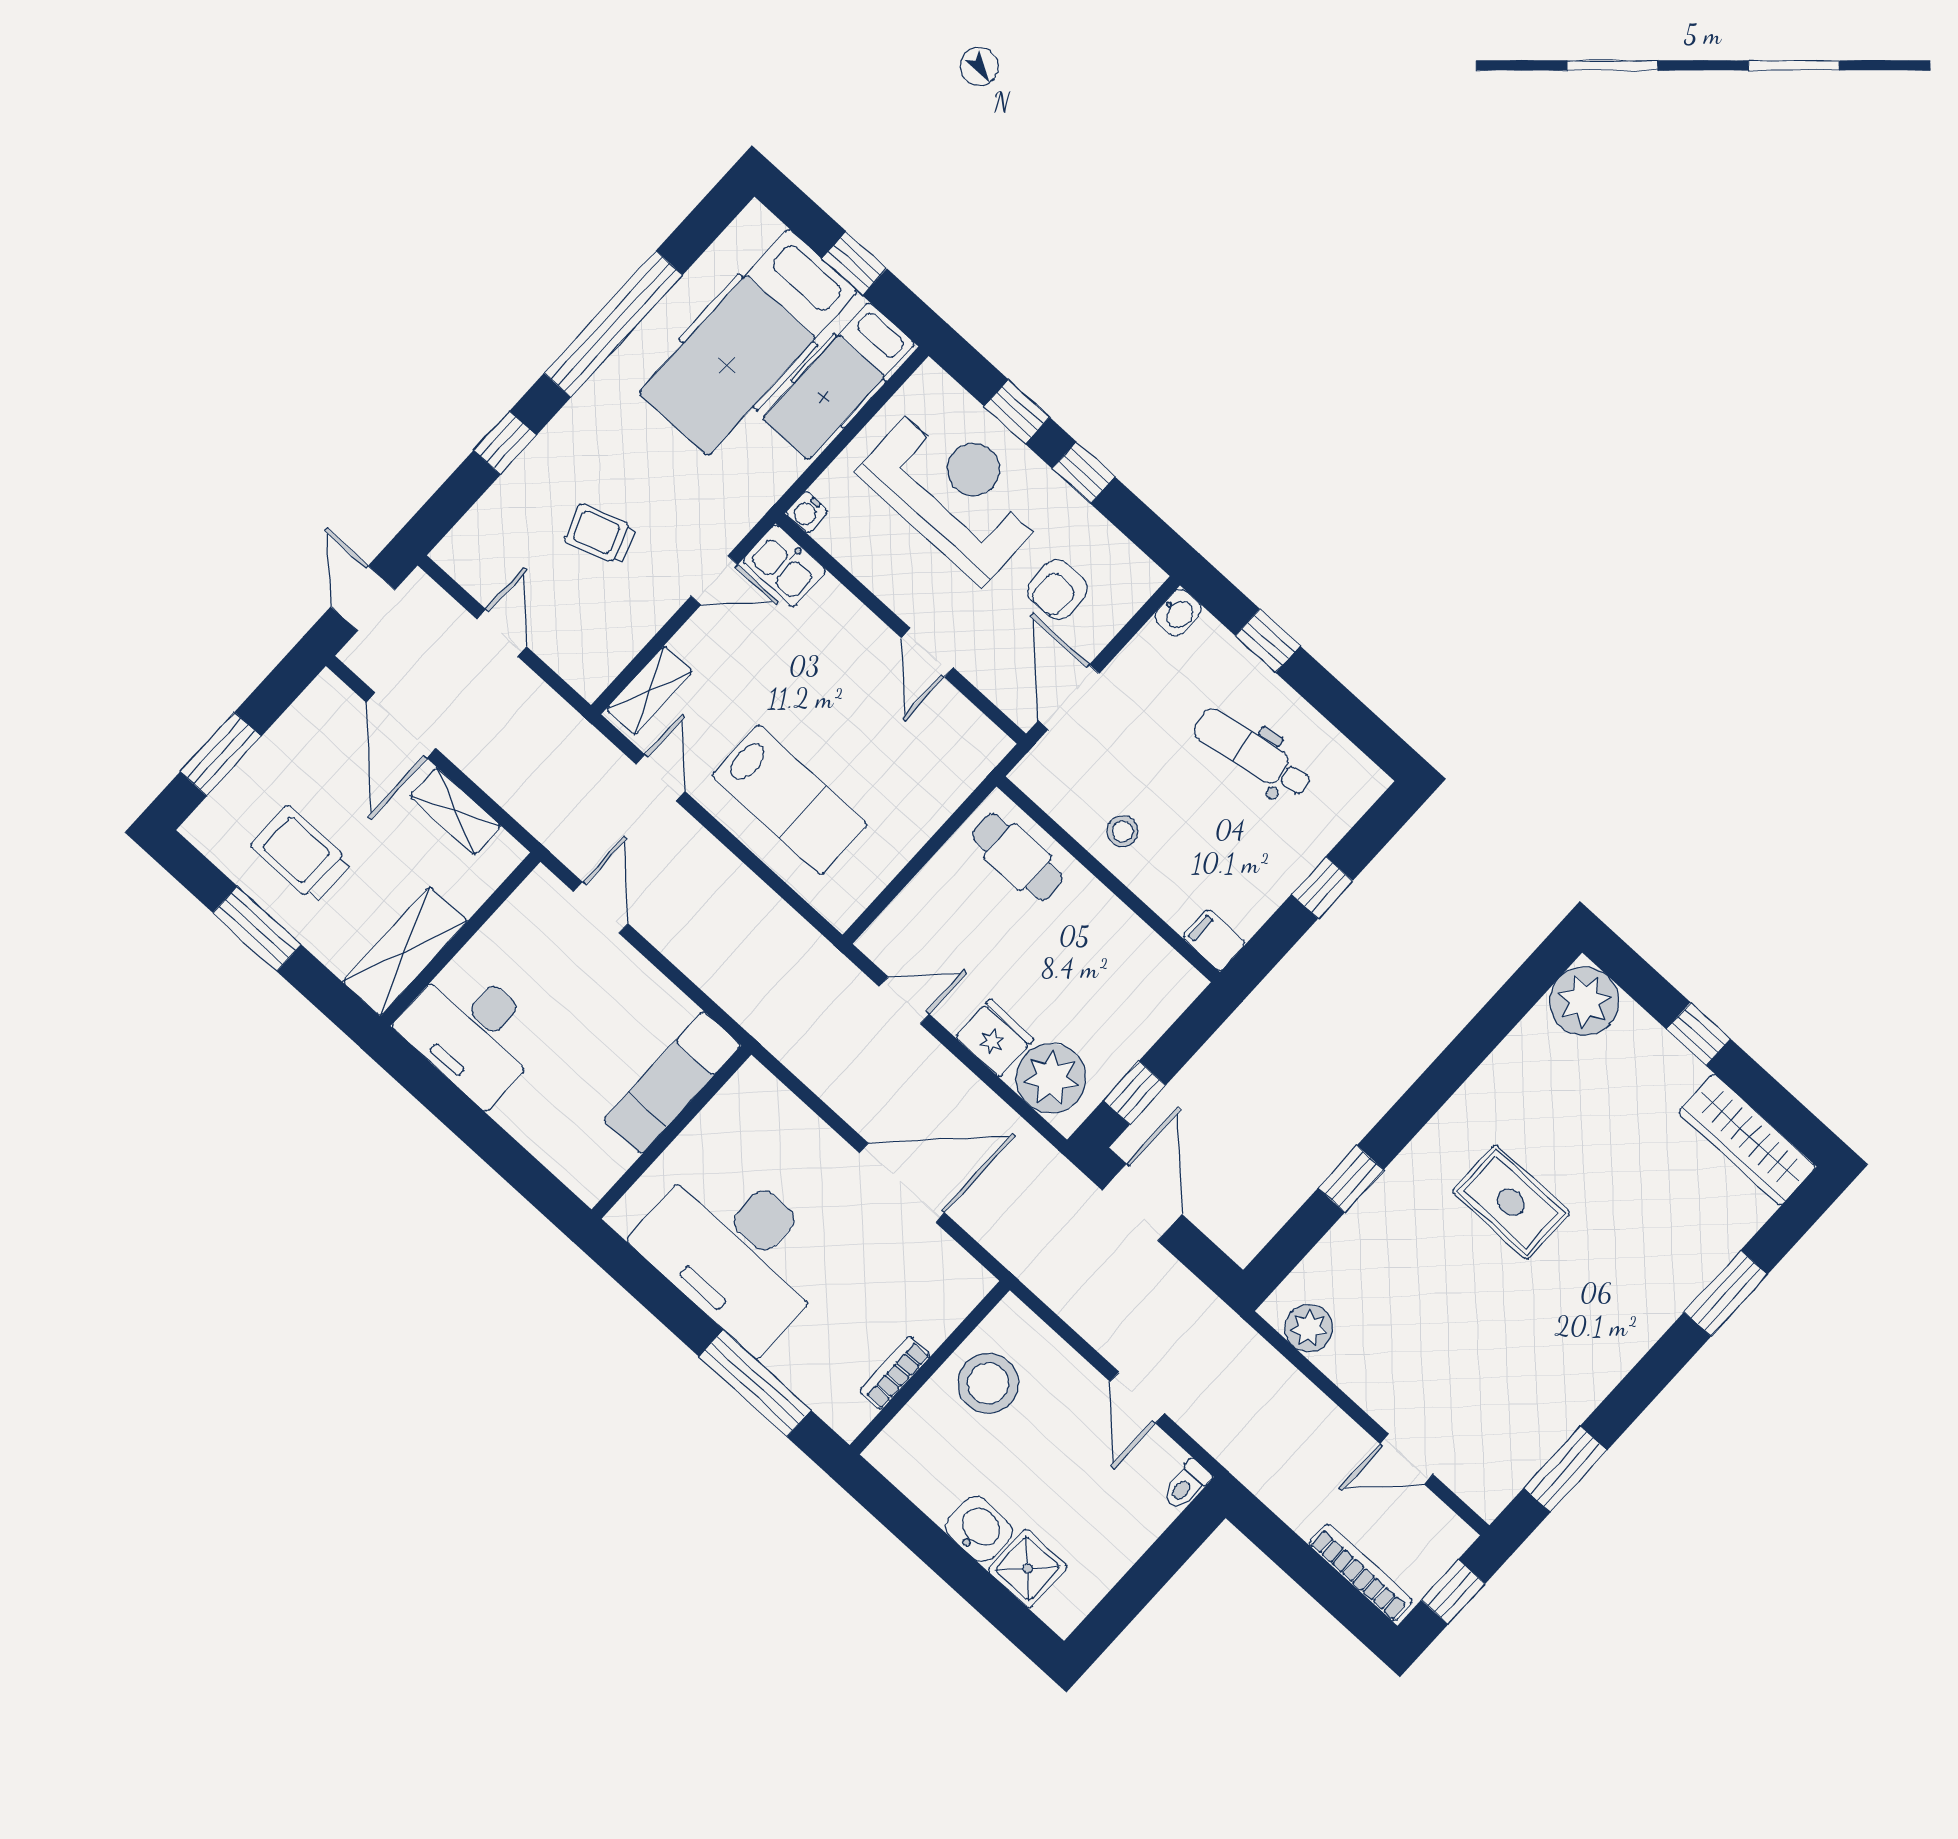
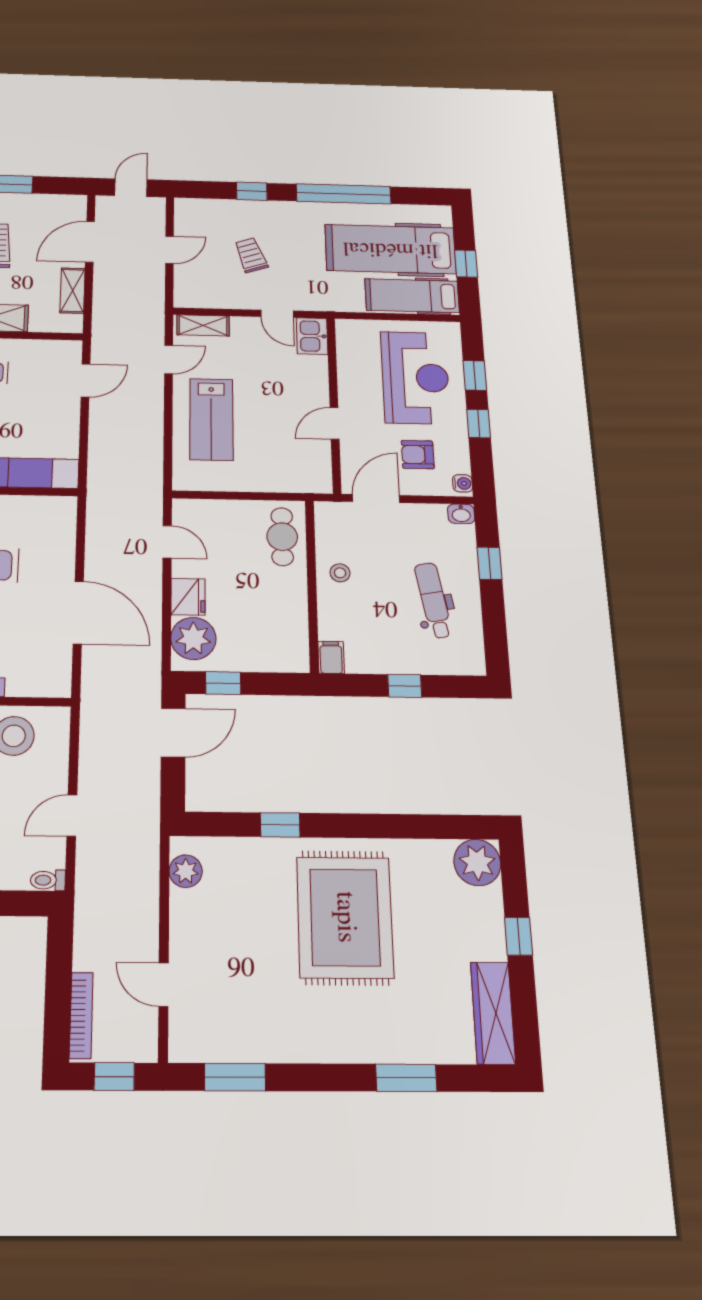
water cooler: (807, 512) -> (463, 483), moved, turned 180
rug: (1511, 1202) -> (345, 917), width x1.86, depth x2.06

